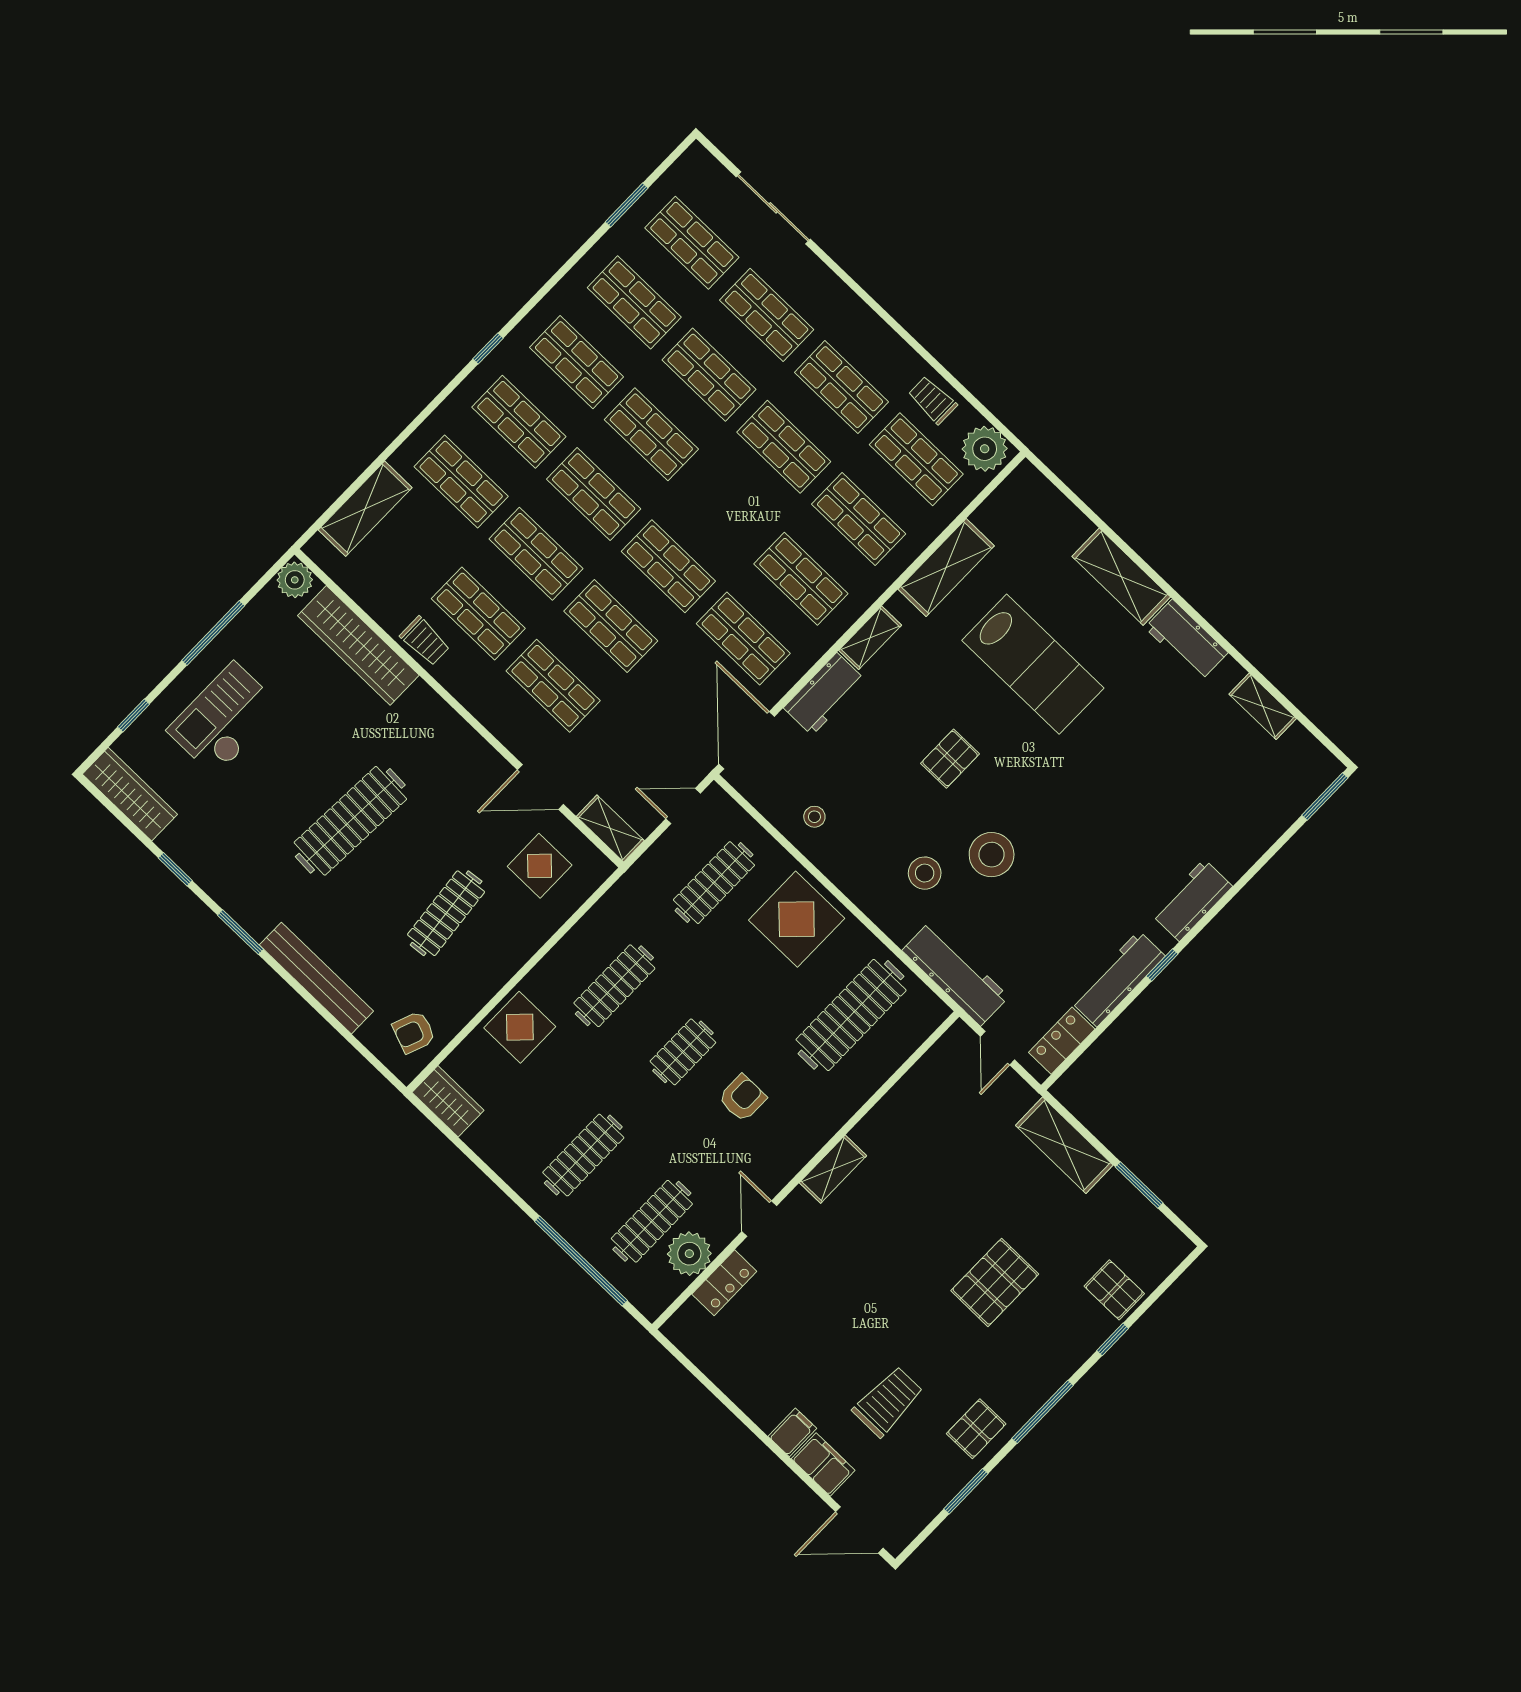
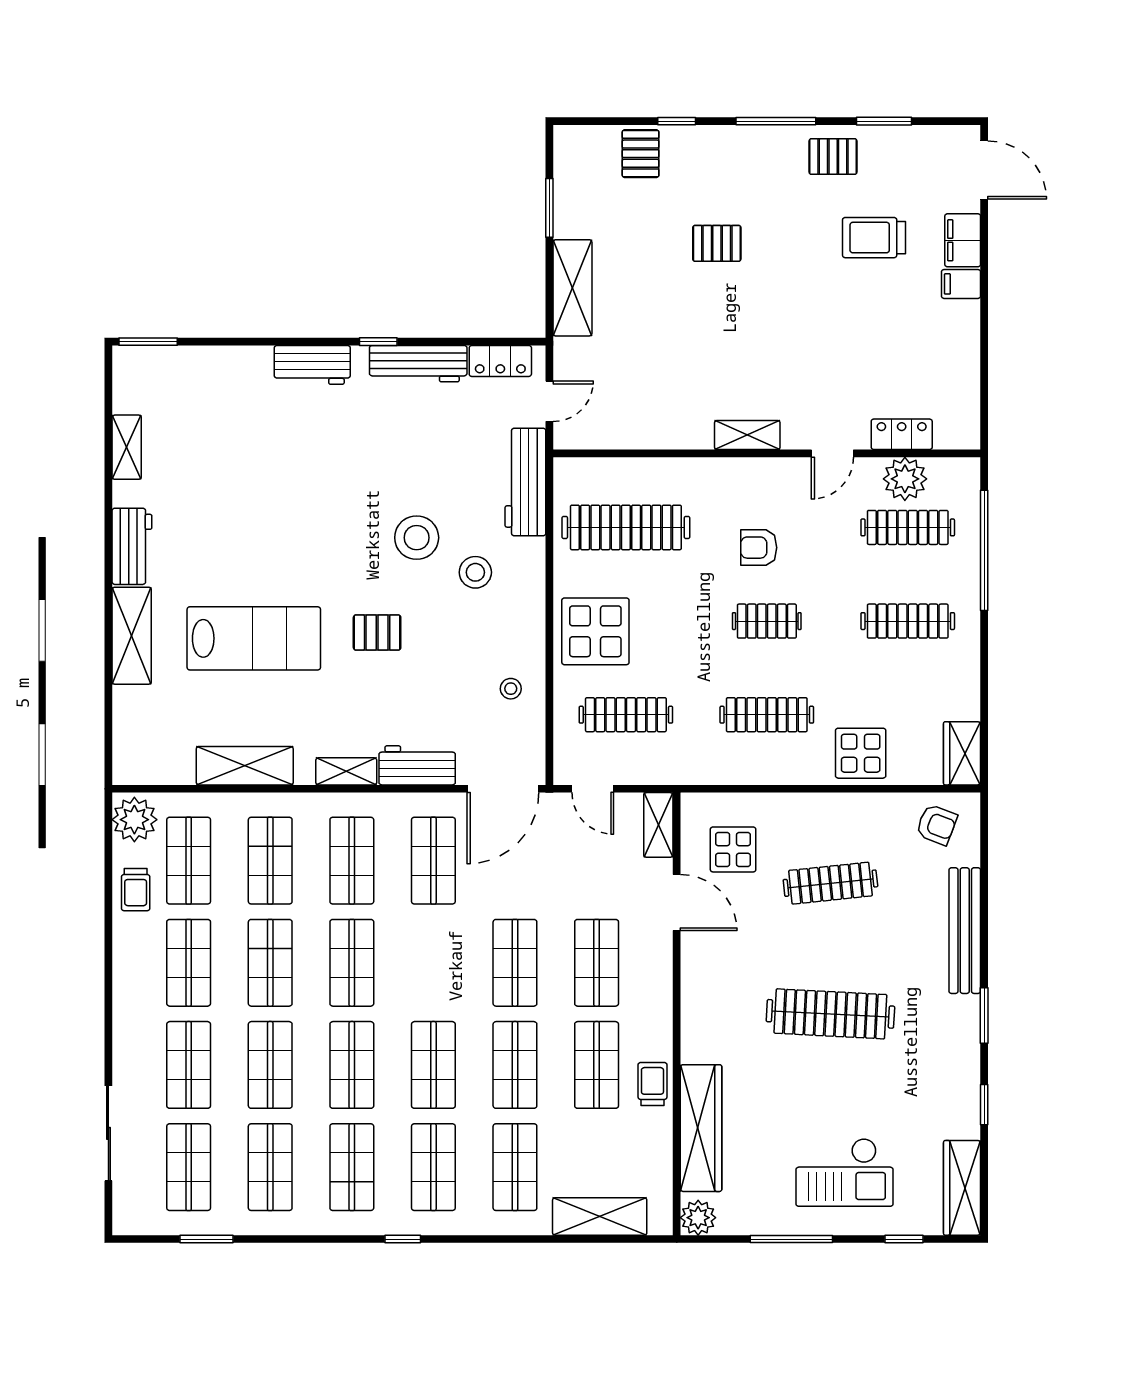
shop shelf: (668, 566) -> (352, 963), moved
lab bench: (1033, 664) -> (254, 638), turned 90
pallet: (995, 1282) -> (717, 243), width x0.67, depth x0.71

